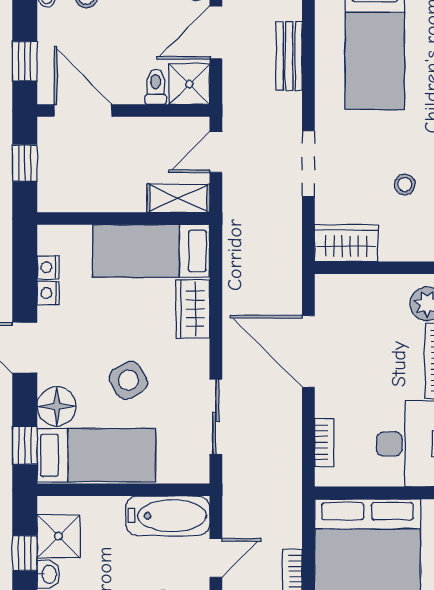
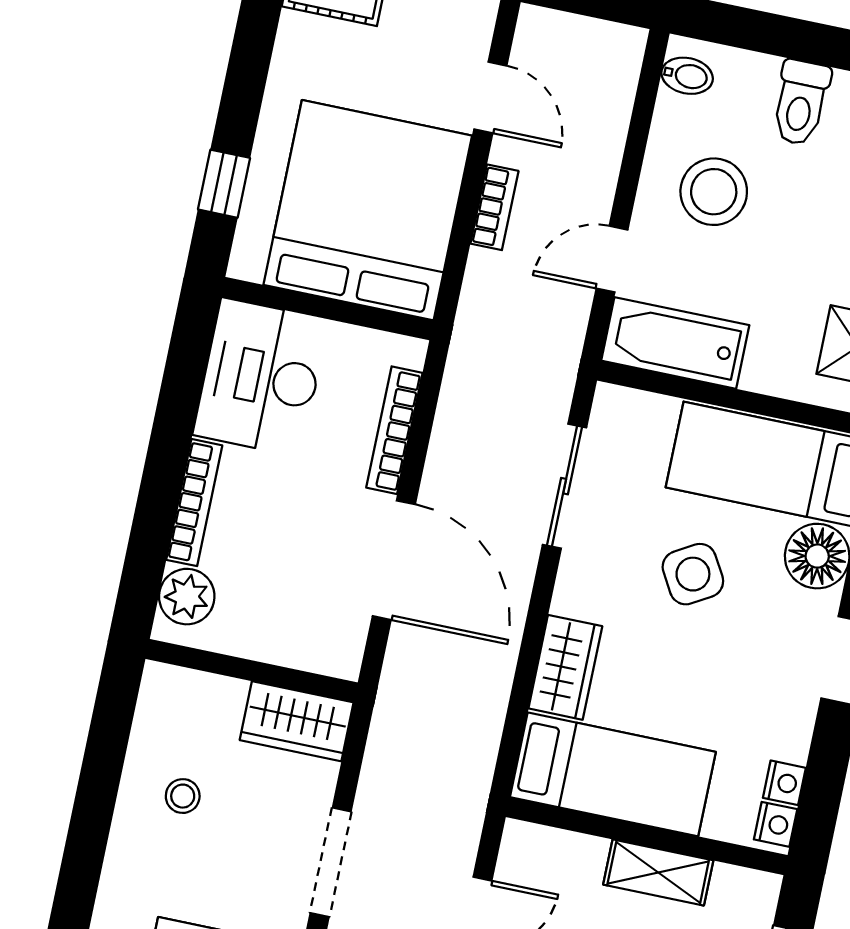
shelving: (178, 198) -> (658, 872), moved
nightstand: (48, 293) -> (776, 824), moved
bookcase: (324, 442) -> (394, 430), width x1.56

